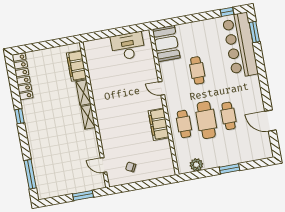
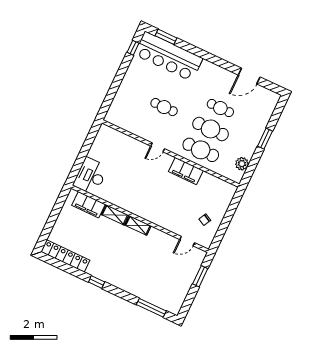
booth: (166, 43) -> (123, 117), removed
desk: (128, 46) -> (91, 176), moved
cafe table: (184, 124) -> (201, 150), width x1.37, depth x1.35

